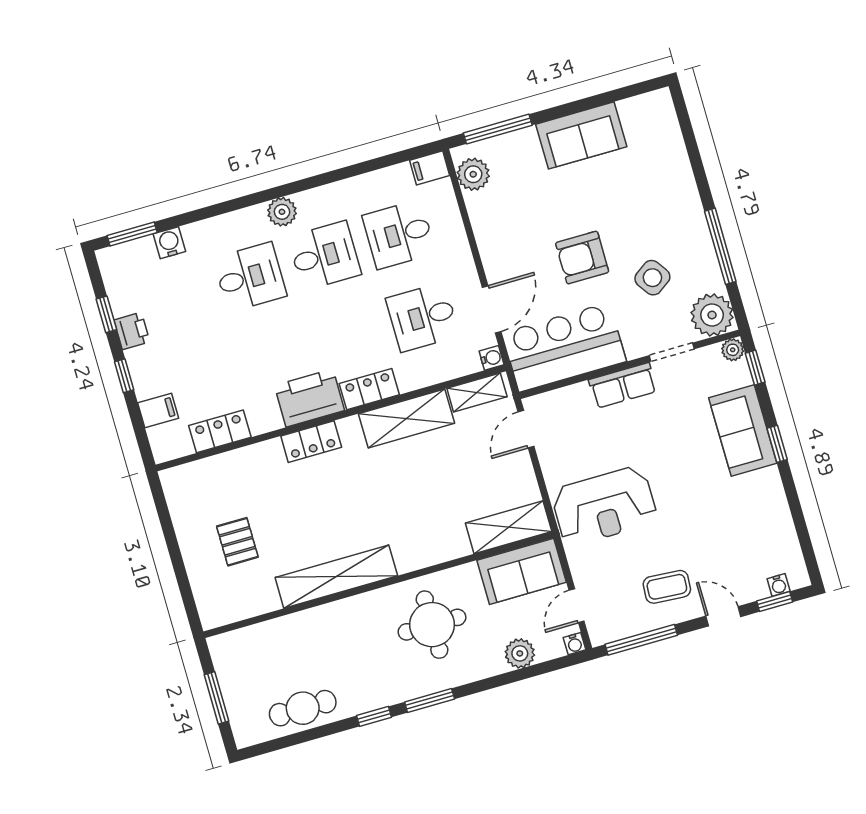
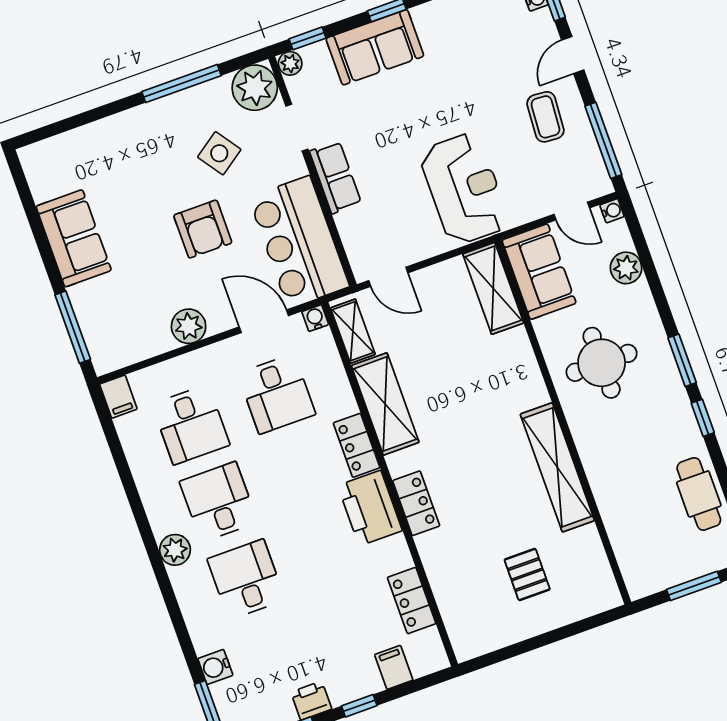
plant: (473, 174) -> (189, 326), moved
pallet: (237, 542) -> (527, 575), turned 90

